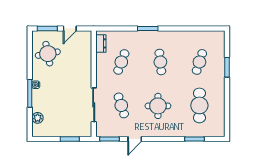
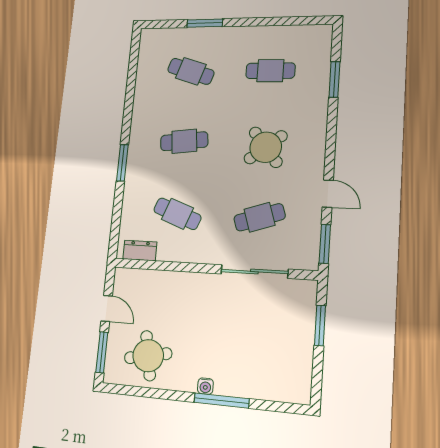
cafe table: (199, 105) -> (270, 71), width x0.73, depth x0.74
round table: (158, 106) -> (266, 147), turned -38
plant: (38, 118) -> (272, 389), removed

